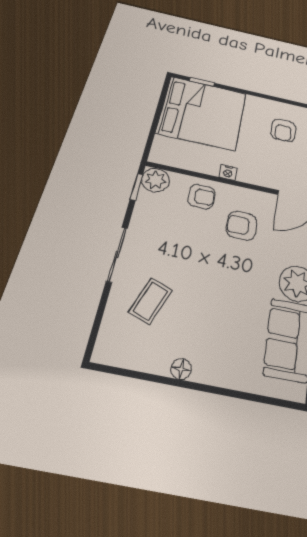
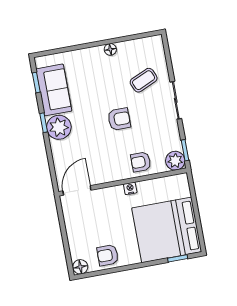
armchair: (283, 130) -> (108, 255), moved, turned -90
armchair: (242, 226) -> (119, 119), moved
coffee table: (151, 301) -> (144, 80), turned 46

